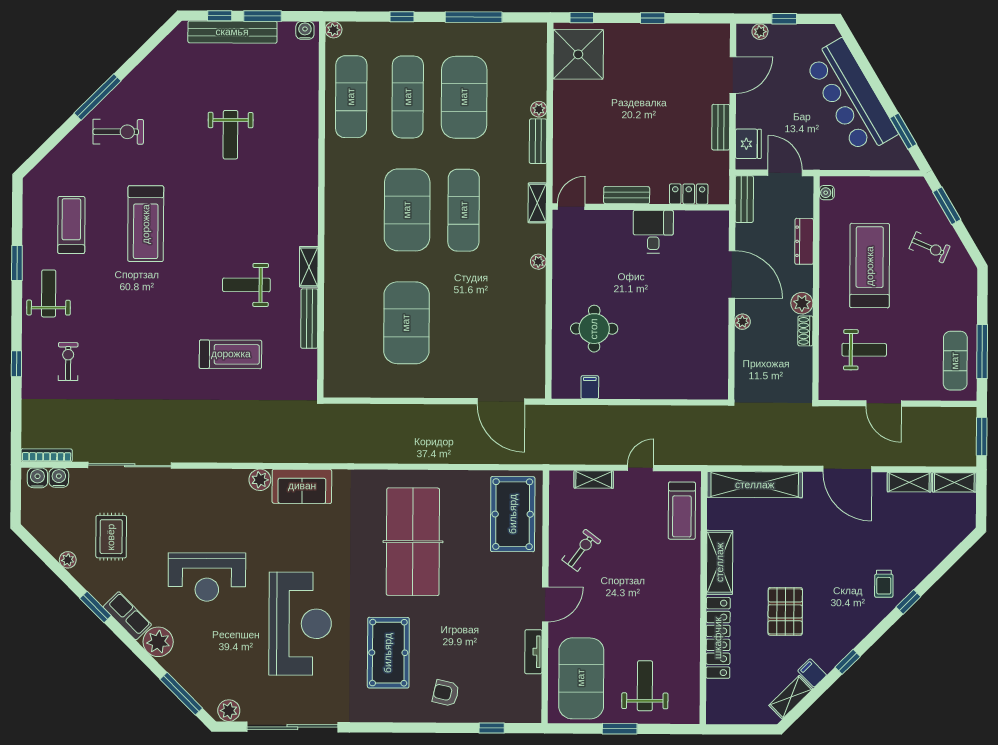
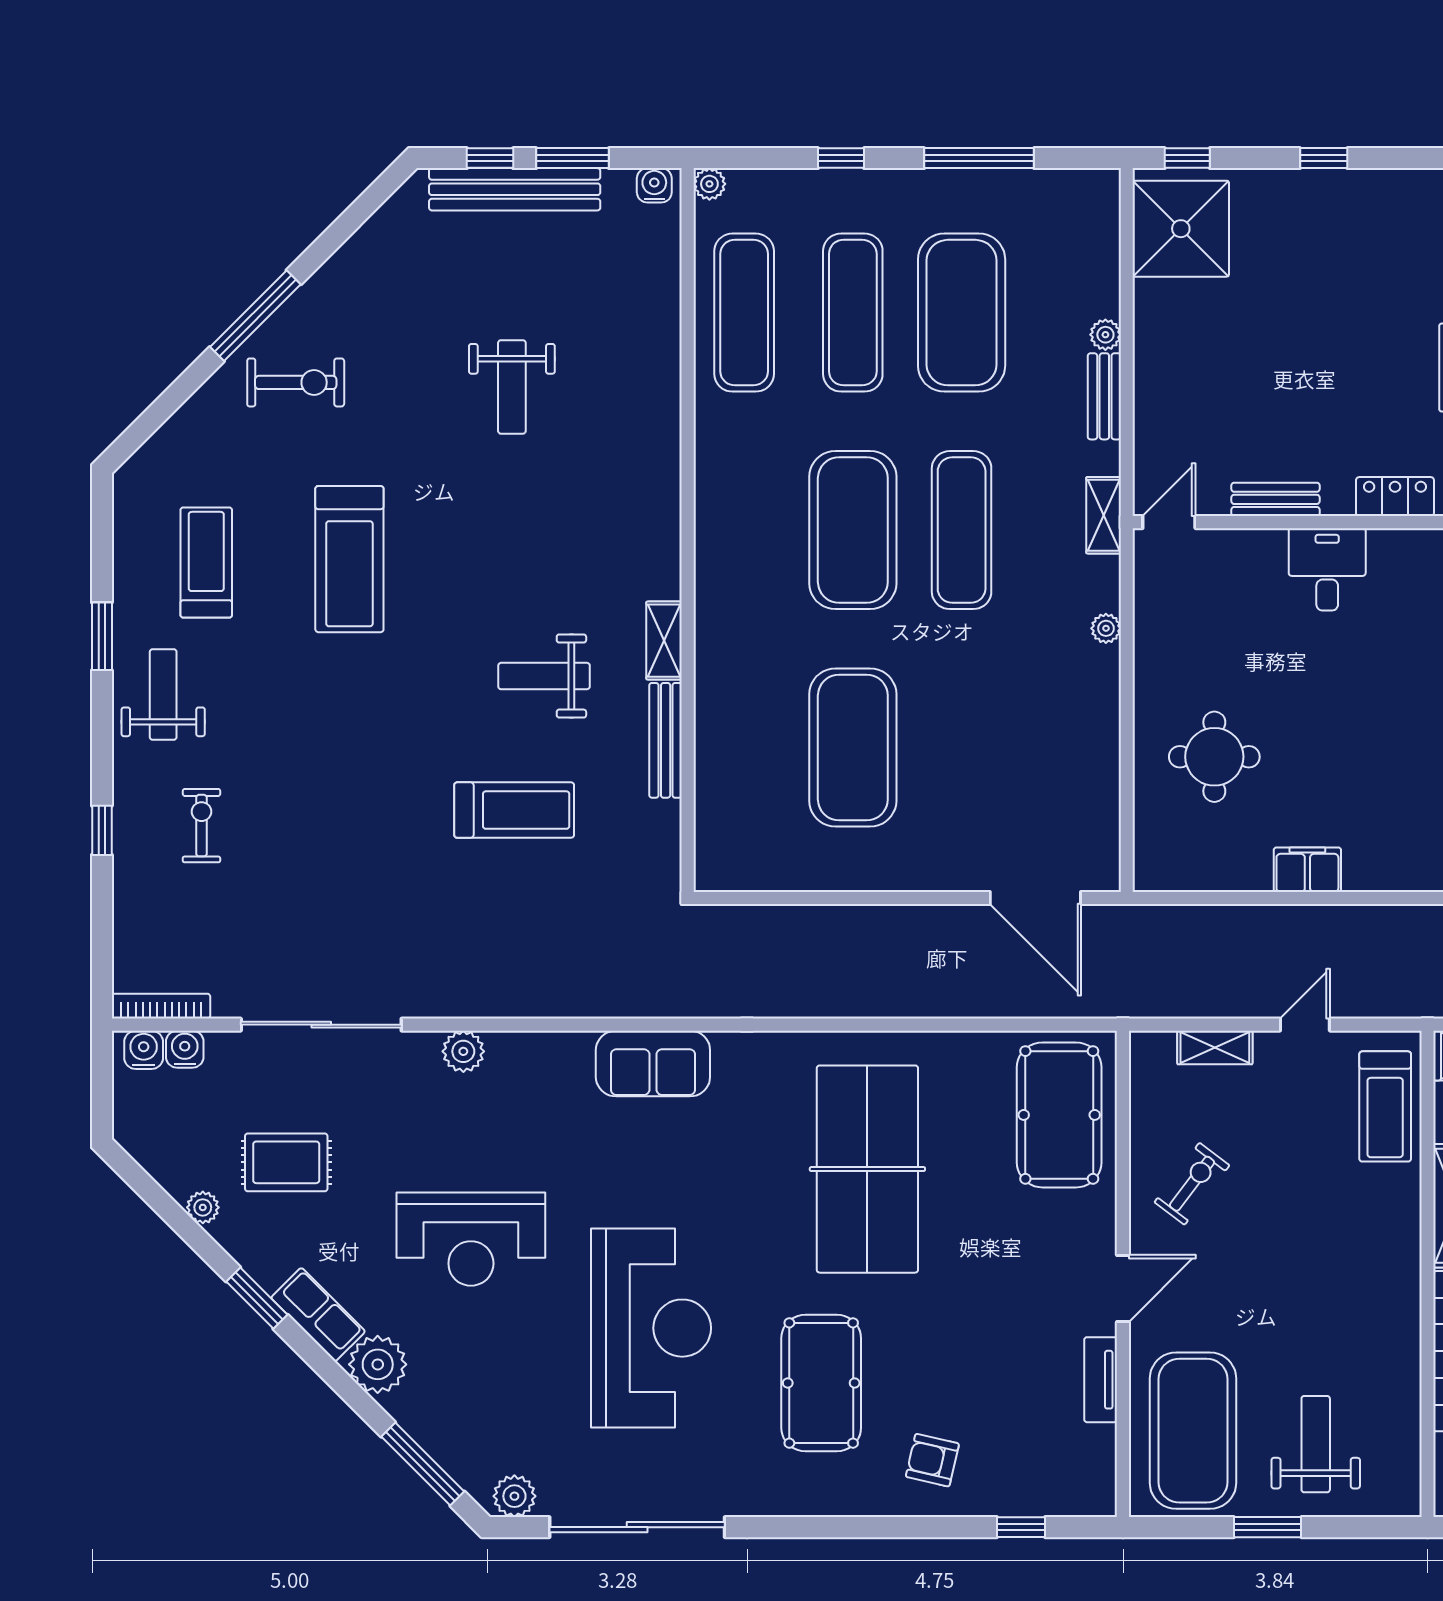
filing cabinet: (590, 387) -> (1307, 870), moved, width x2.00
plant: (260, 480) -> (463, 1051), moved
rug: (111, 537) -> (286, 1162), turned 90

